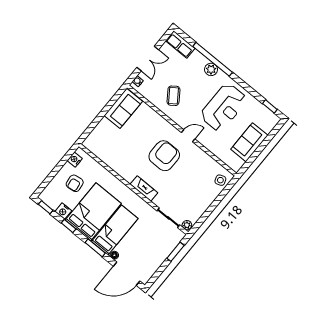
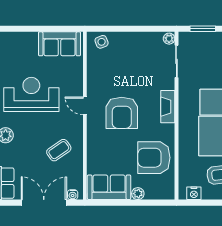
double door: (148, 59) -> (44, 203), width x1.37
plant: (104, 124) -> (138, 194), added
sofa: (249, 142) -> (59, 44), moved
armchair: (119, 153) -> (154, 158), added
armchair: (164, 156) -> (122, 113), turned -90

